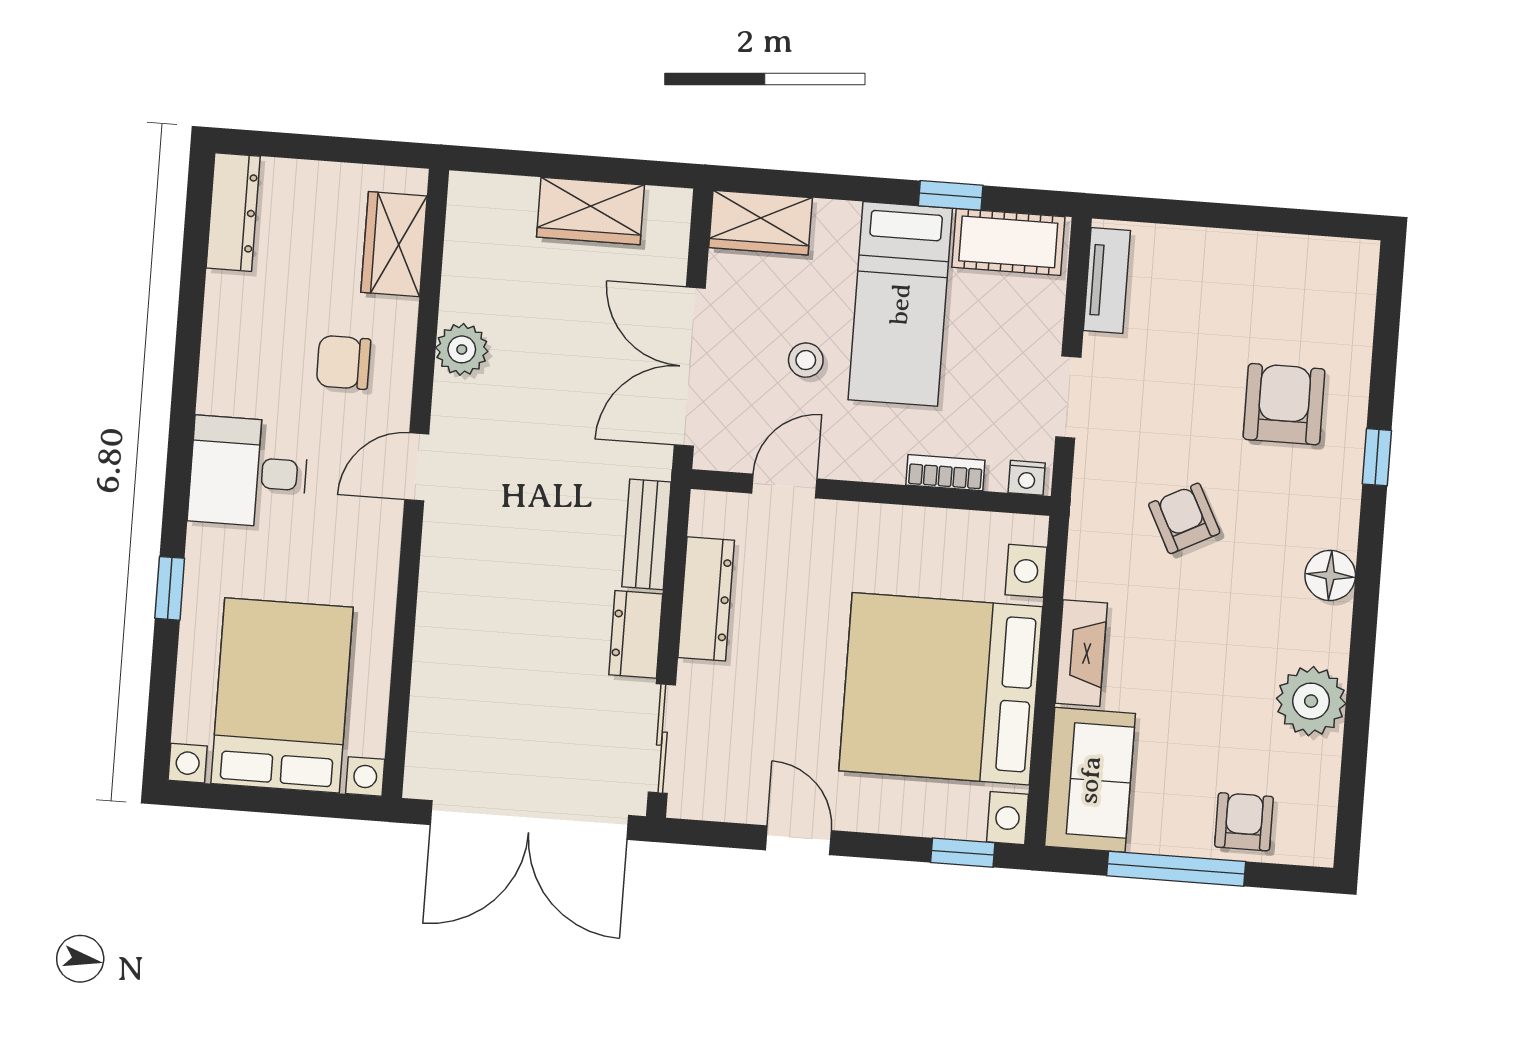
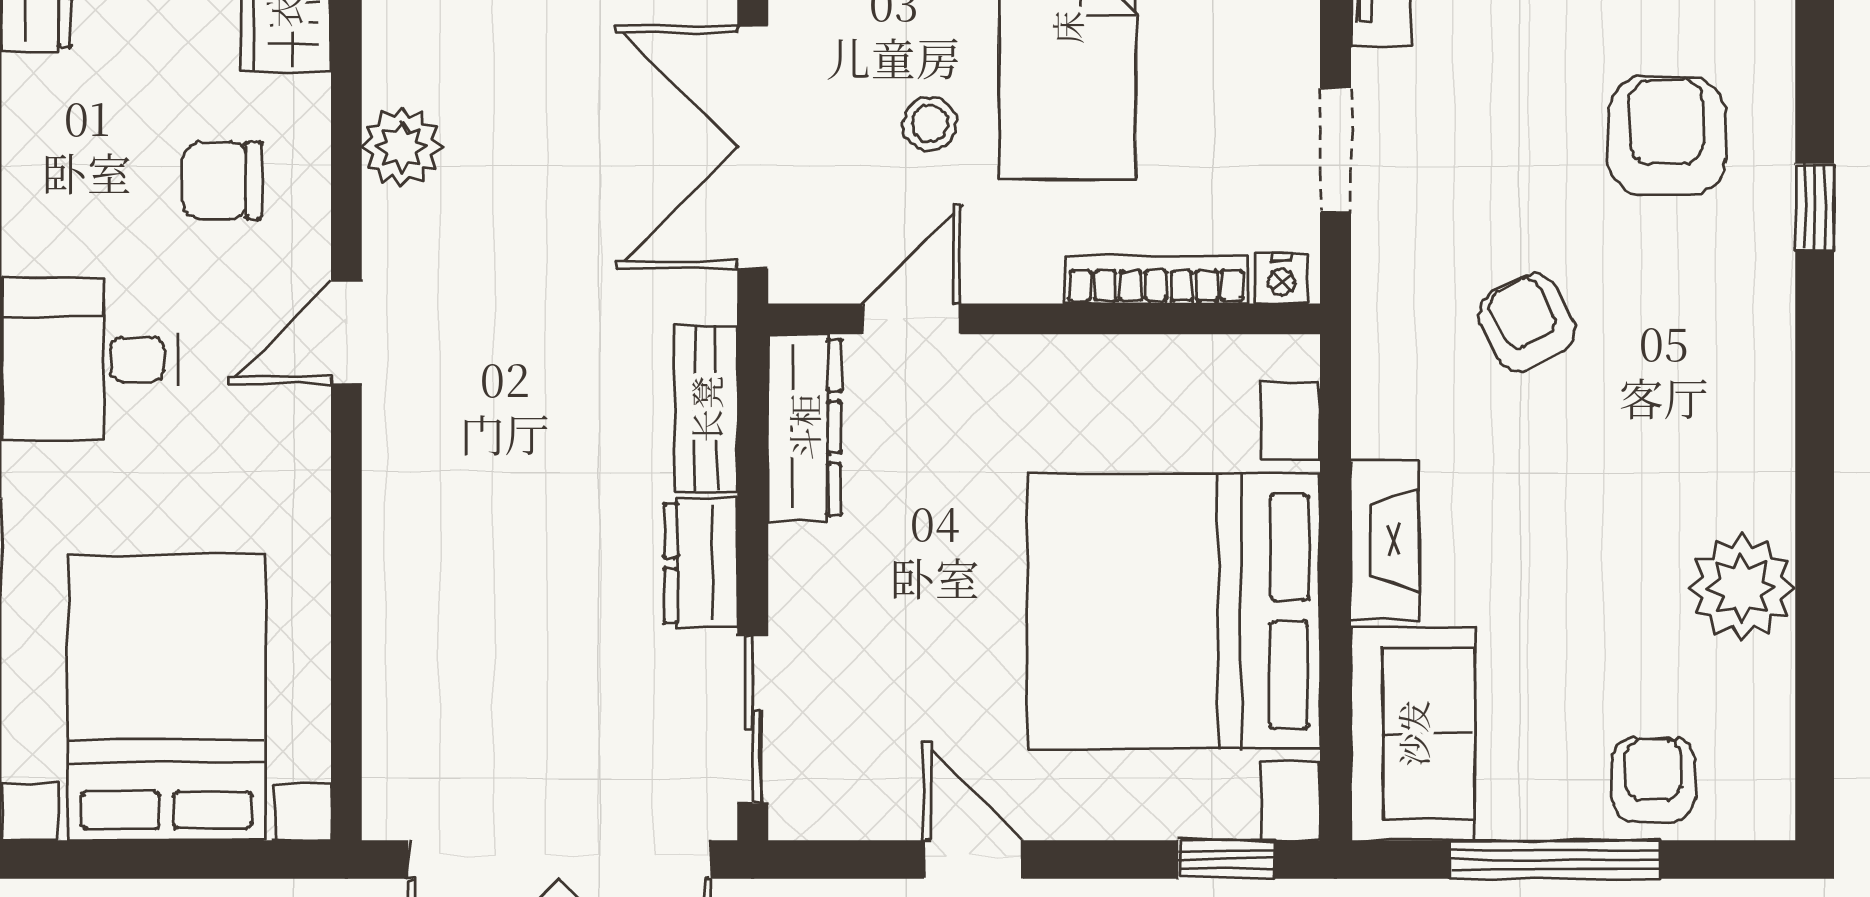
bookcase: (945, 473) -> (1156, 280), width x1.56
floor lamp: (1330, 575) -> (1757, 393), removed
dresser: (706, 599) -> (804, 427), moved

